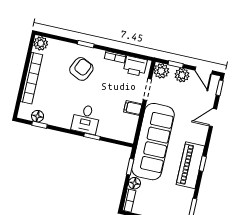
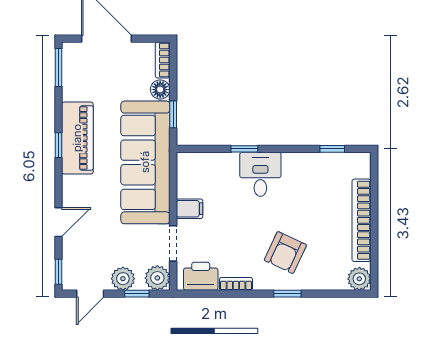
door: (204, 71) -> (90, 294), swing flipped
floor lamp: (38, 116) -> (338, 162), removed

